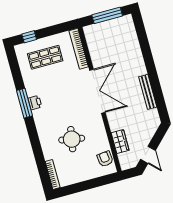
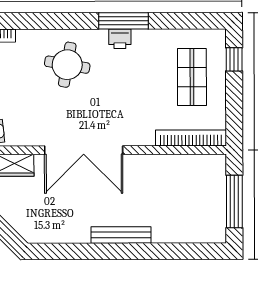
double door: (97, 91) -> (84, 150), moved
bench: (148, 92) -> (121, 235), moved
round table: (72, 139) -> (67, 65), moved

